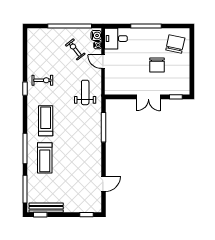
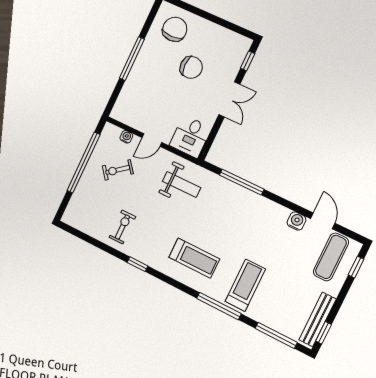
water cooler: (96, 35) -> (296, 221), moved
desk: (116, 39) -> (190, 137), moved
chair: (175, 44) -> (175, 29), turned 78
exercise bike: (42, 80) -> (122, 227), moved
weight bench: (85, 92) -> (182, 184), turned 180
treadmill: (46, 121) -> (194, 258), turned 180
treadmill: (45, 158) -> (245, 285), turned -90
exercise mat: (85, 198) -> (331, 257), added

